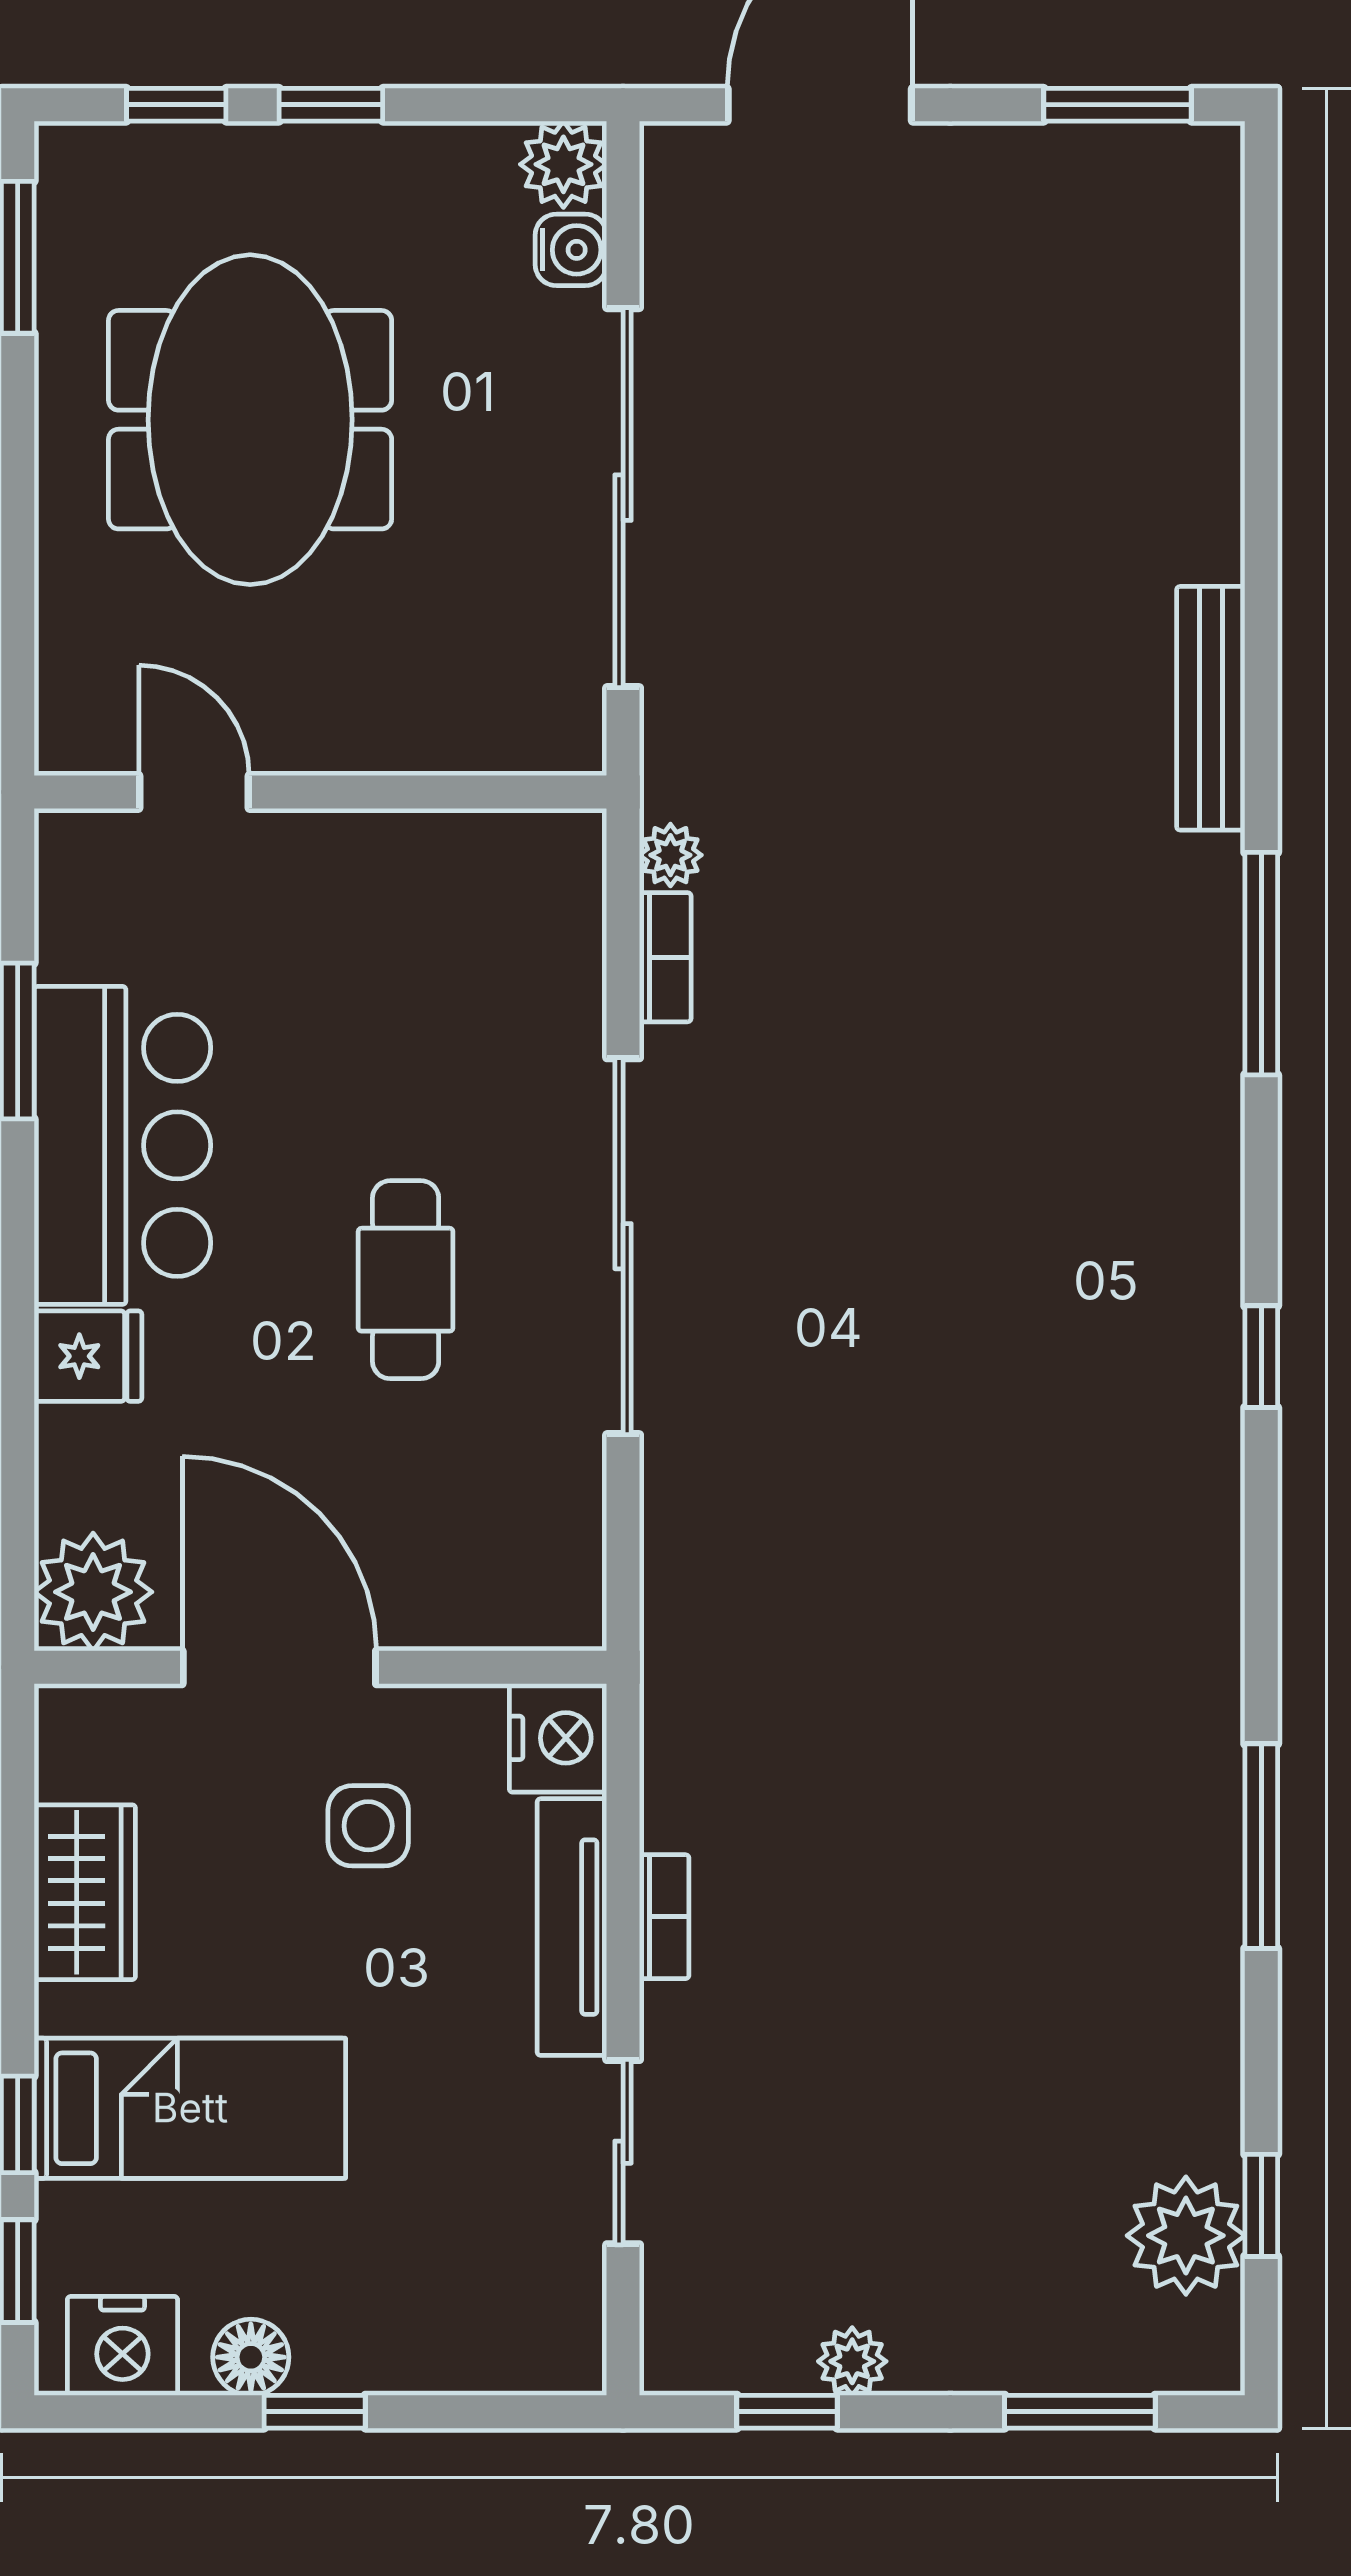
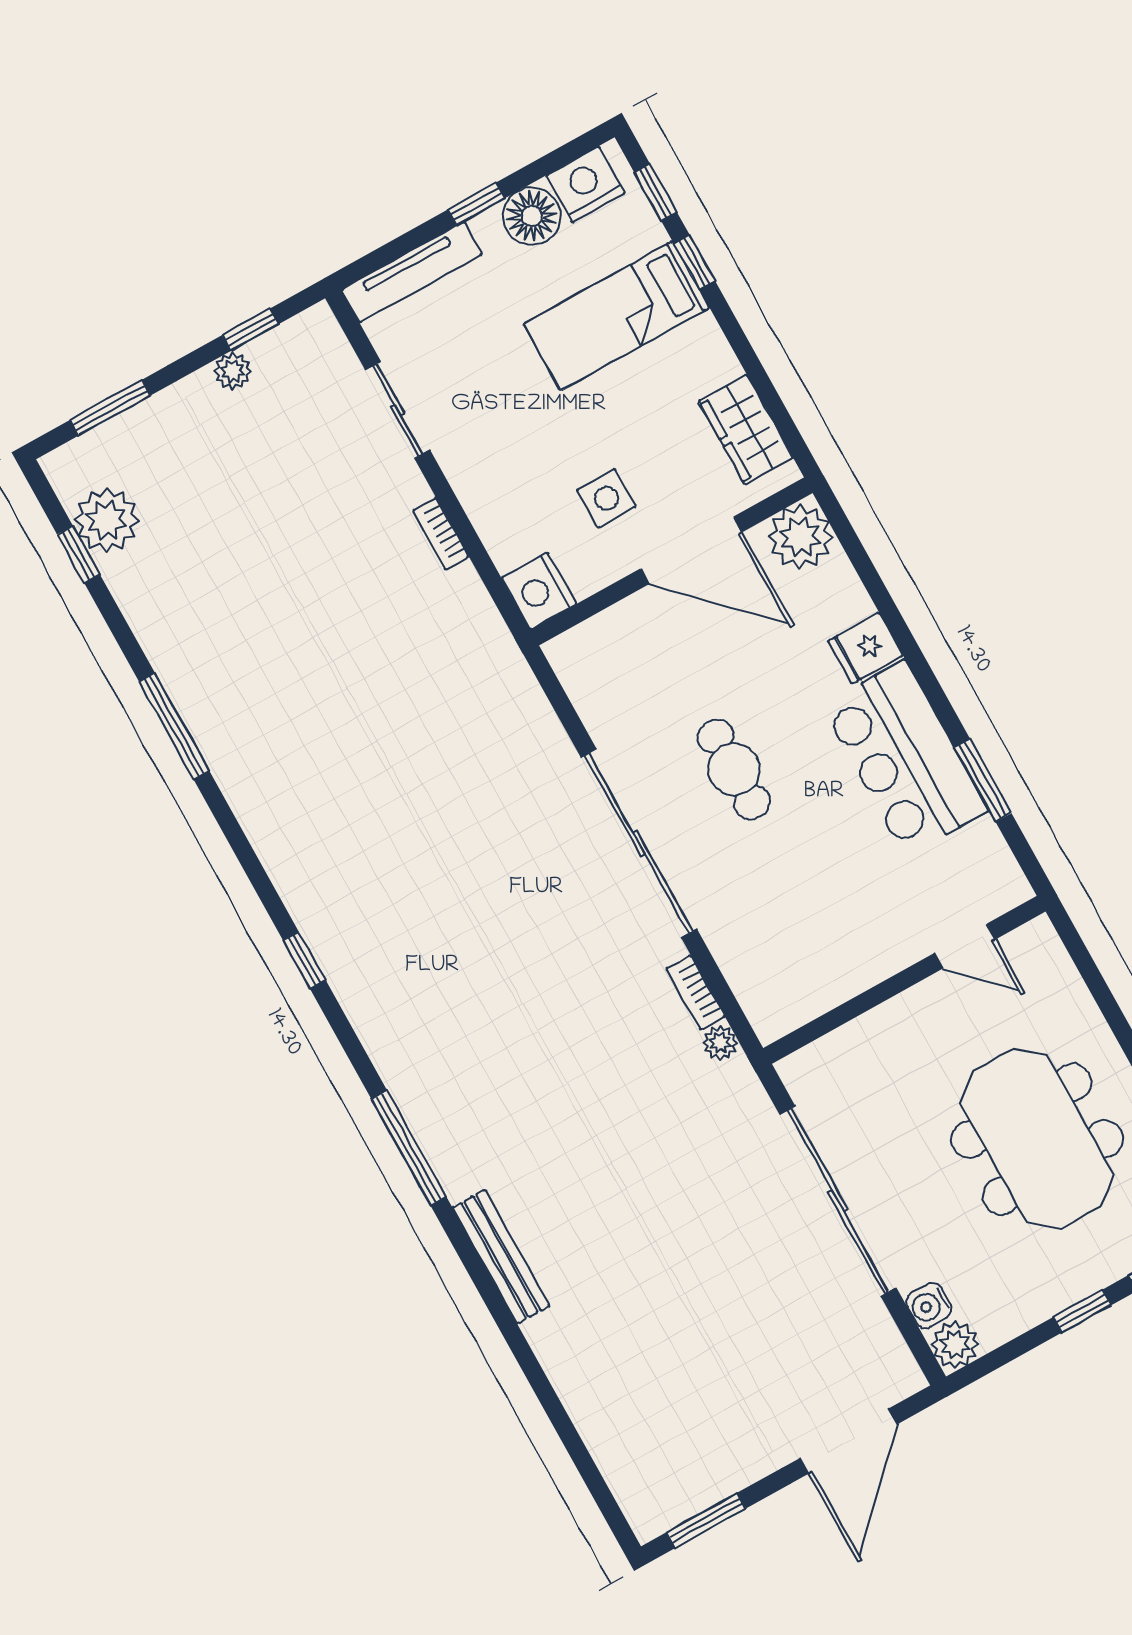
wardrobe: (85, 1892) -> (746, 430), moved
tv unit: (572, 1927) -> (411, 272), moved, turned 90
floor lamp: (251, 2357) -> (532, 216), width x1.38, depth x1.38

